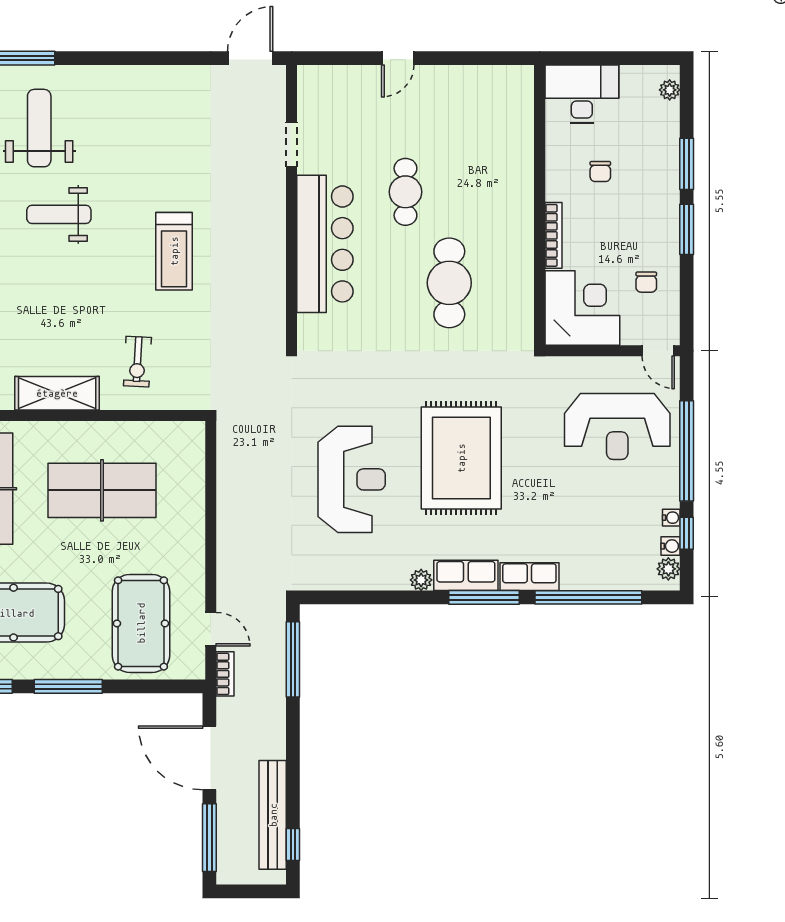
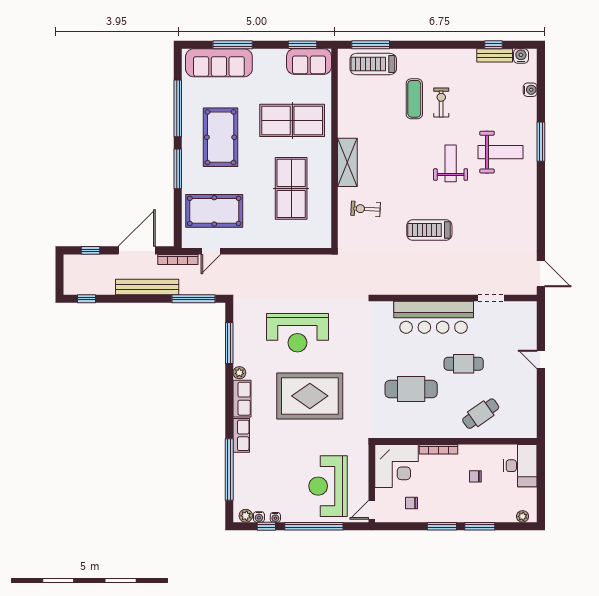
cafe table: (492, 162) -> (481, 414), added
window: (484, 597) -> (229, 343), moved
bookcase: (225, 674) -> (178, 259), width x1.56
bench: (273, 815) -> (147, 287), moved
window: (209, 838) -> (90, 250), width x0.46

